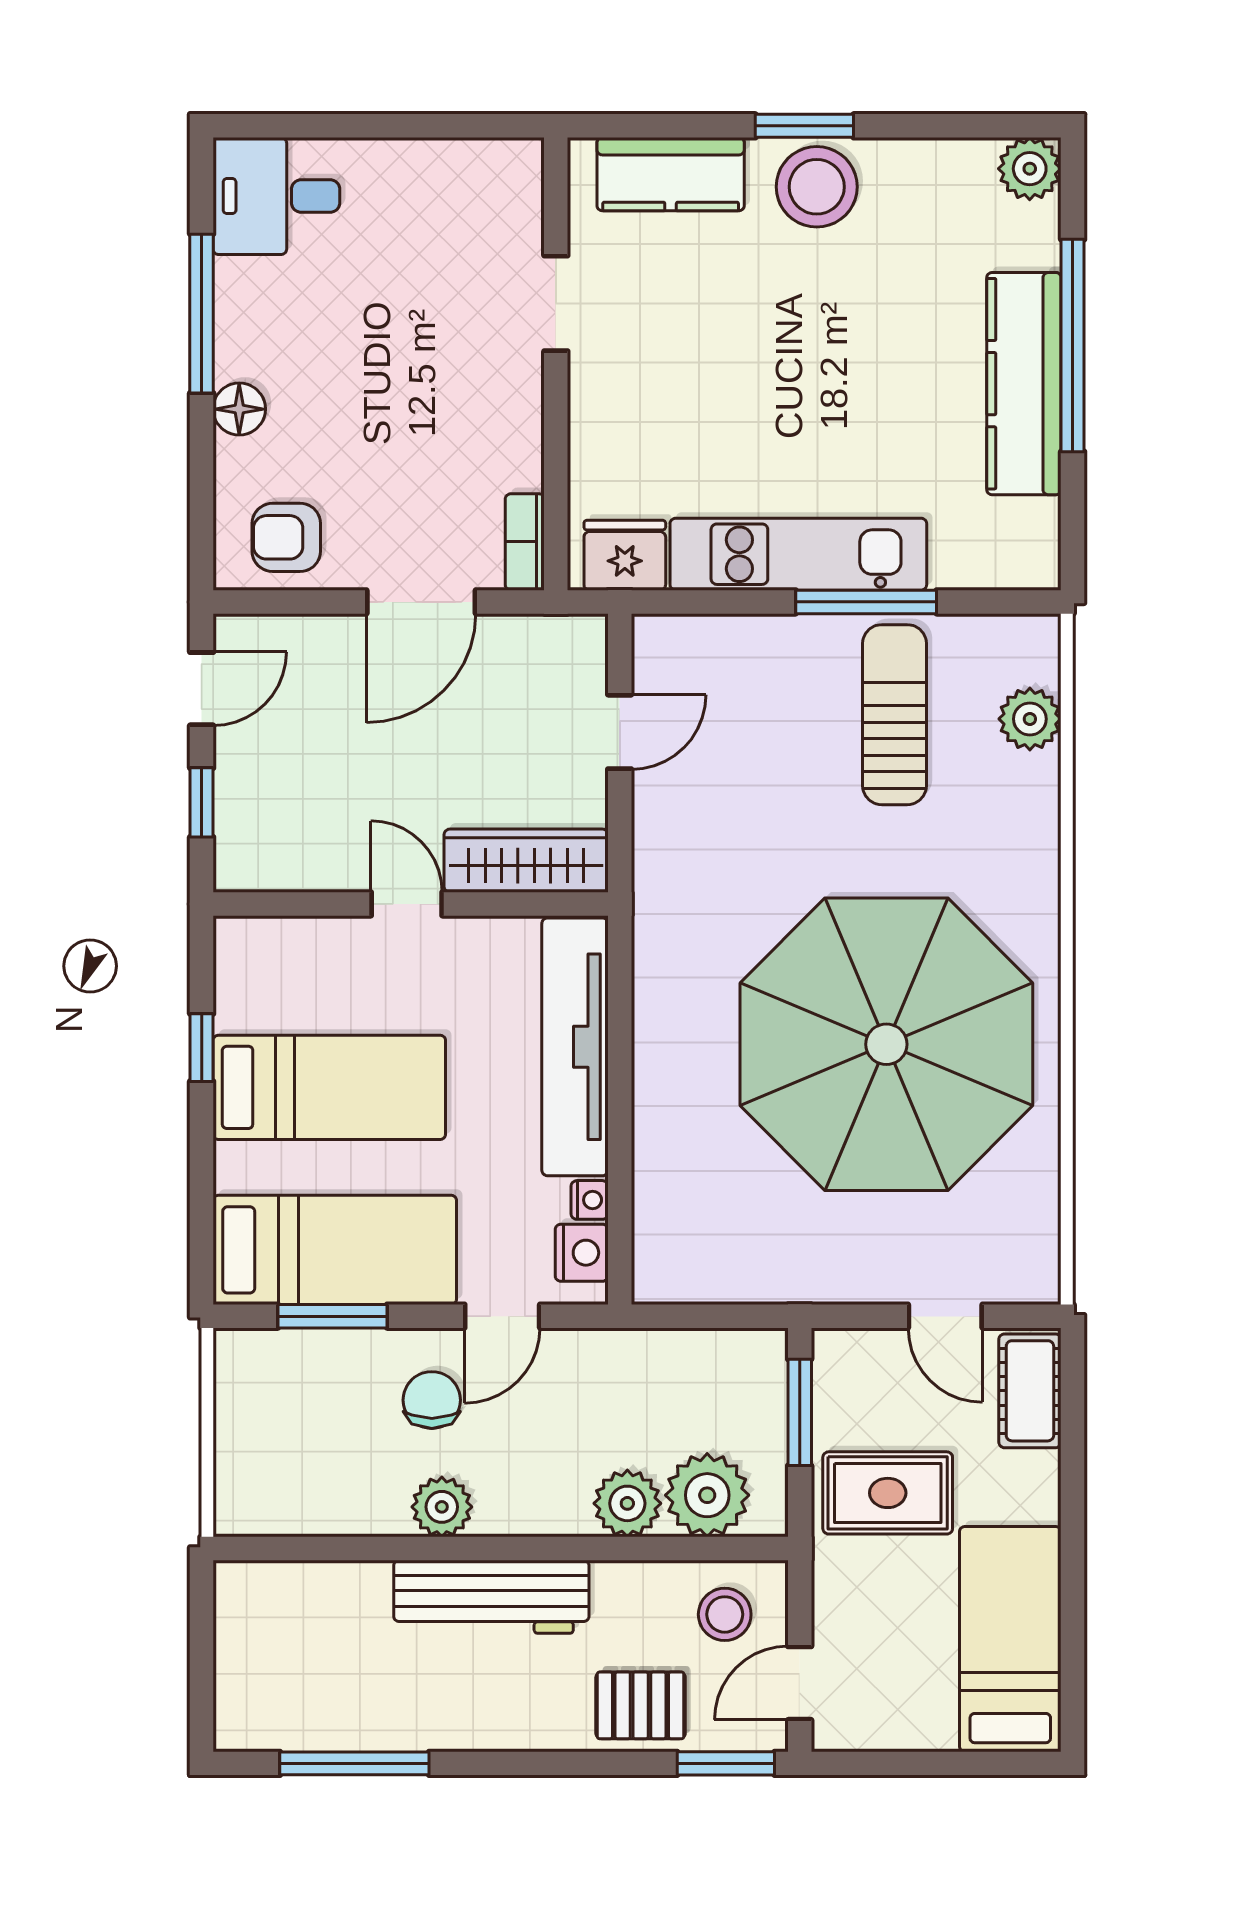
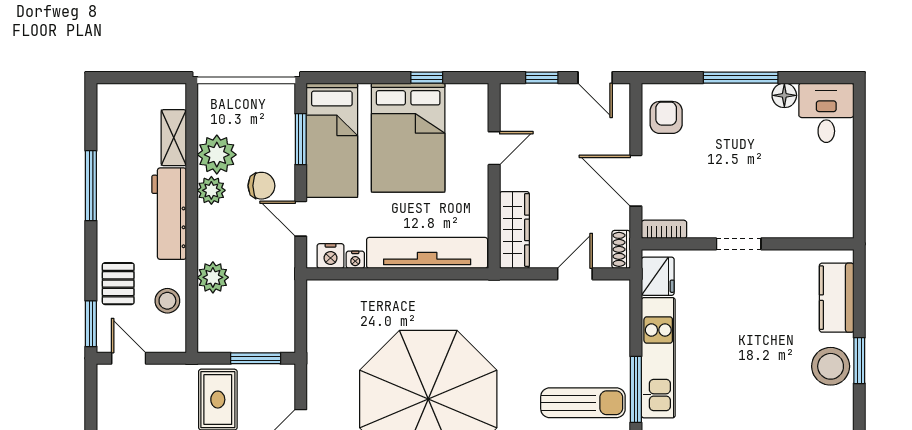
doorway: (556, 303) -> (739, 244), moved
window: (202, 314) -> (741, 78), moved
floor lamp: (239, 409) -> (784, 95), moved
shoe rack: (568, 633) -> (621, 249), added
door: (620, 732) -> (575, 274), swing flipped
door: (407, 904) -> (494, 148), moved
bed: (329, 1087) -> (408, 138), width x1.50
plant: (707, 1495) -> (217, 155), moved
shelving: (329, 1587) -> (174, 138), added
stool: (725, 1614) -> (167, 301), moved
window: (354, 1763) -> (91, 186), moved

